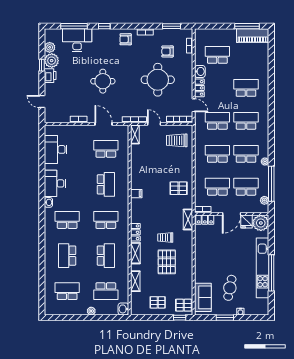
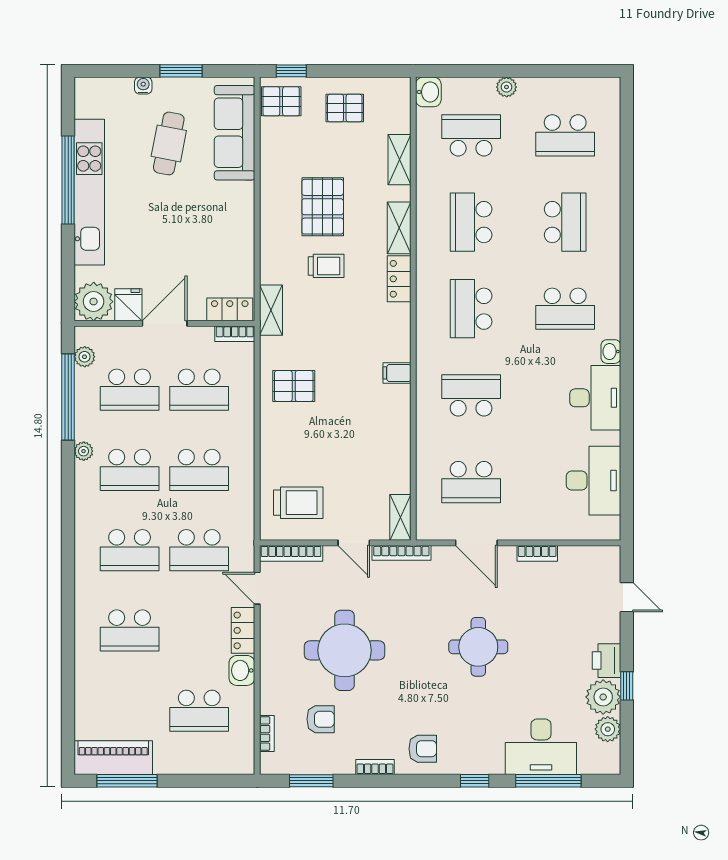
school desk: (106, 184) -> (471, 395), turned 90
school desk: (106, 220) -> (471, 309), turned 90
sofa: (203, 297) -> (235, 133), width x1.36

